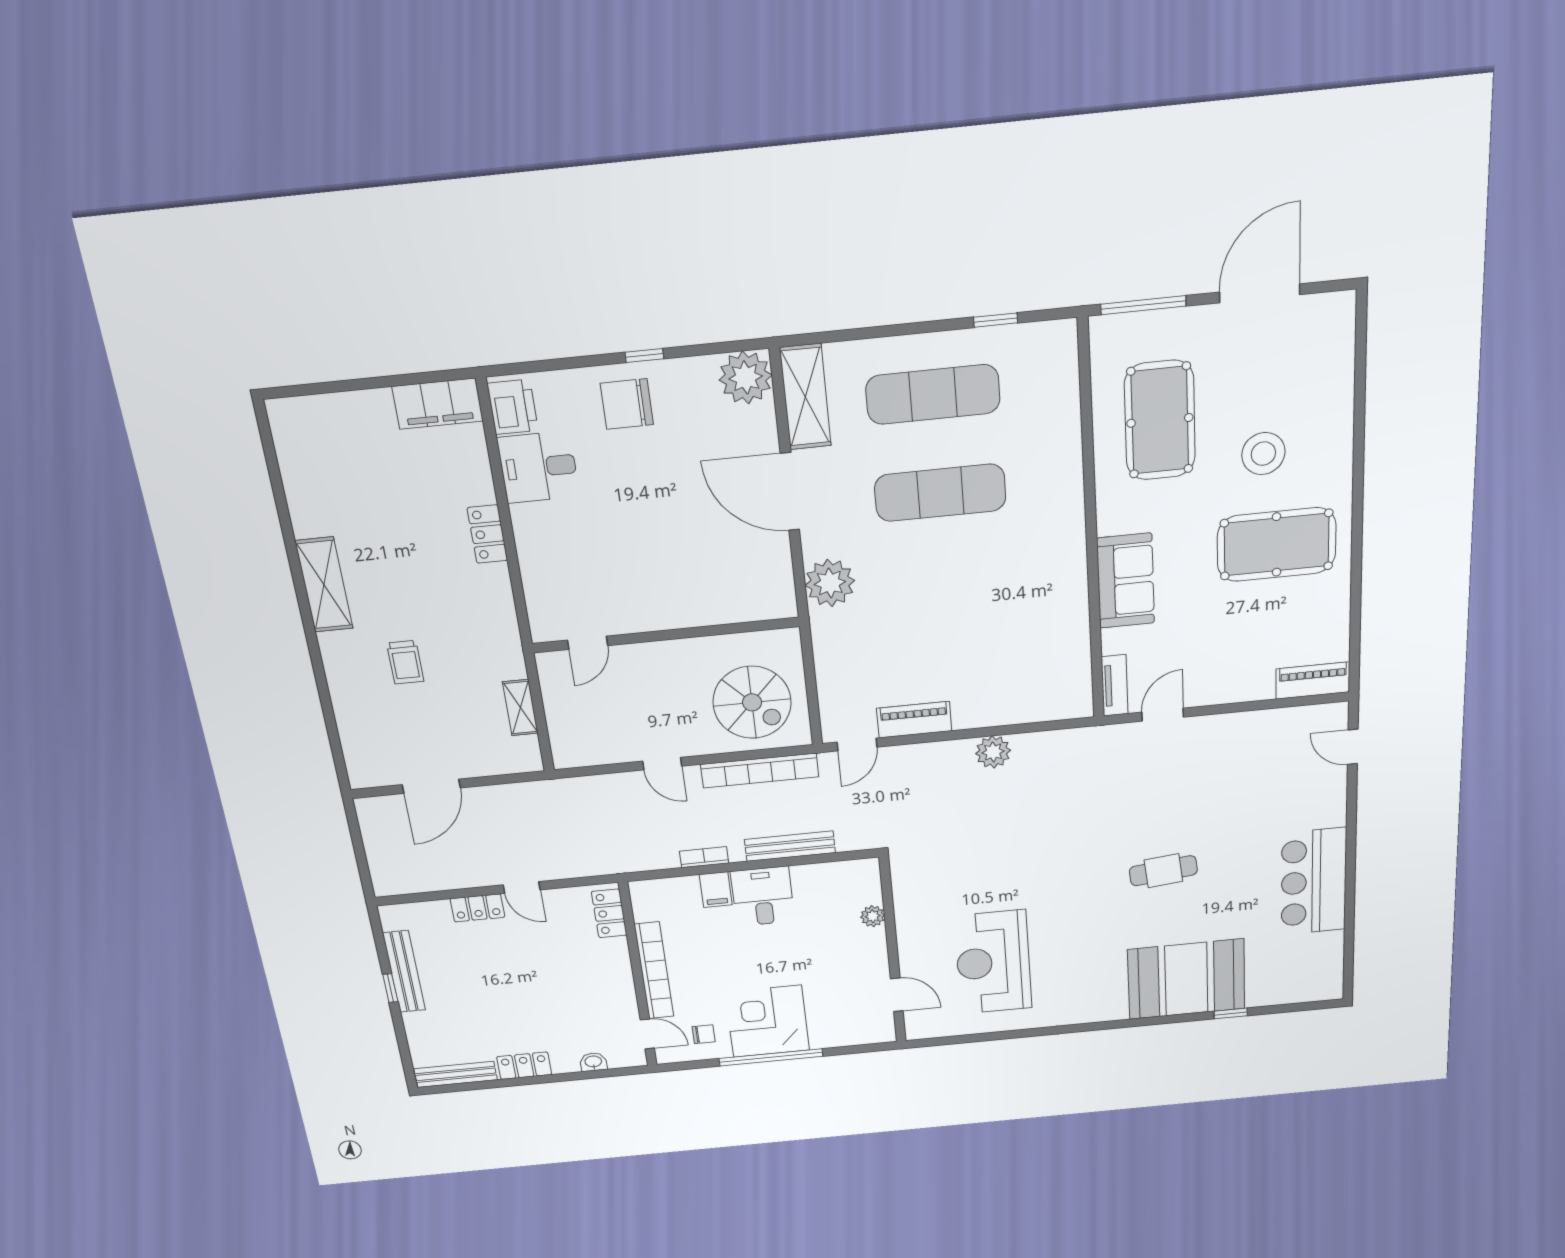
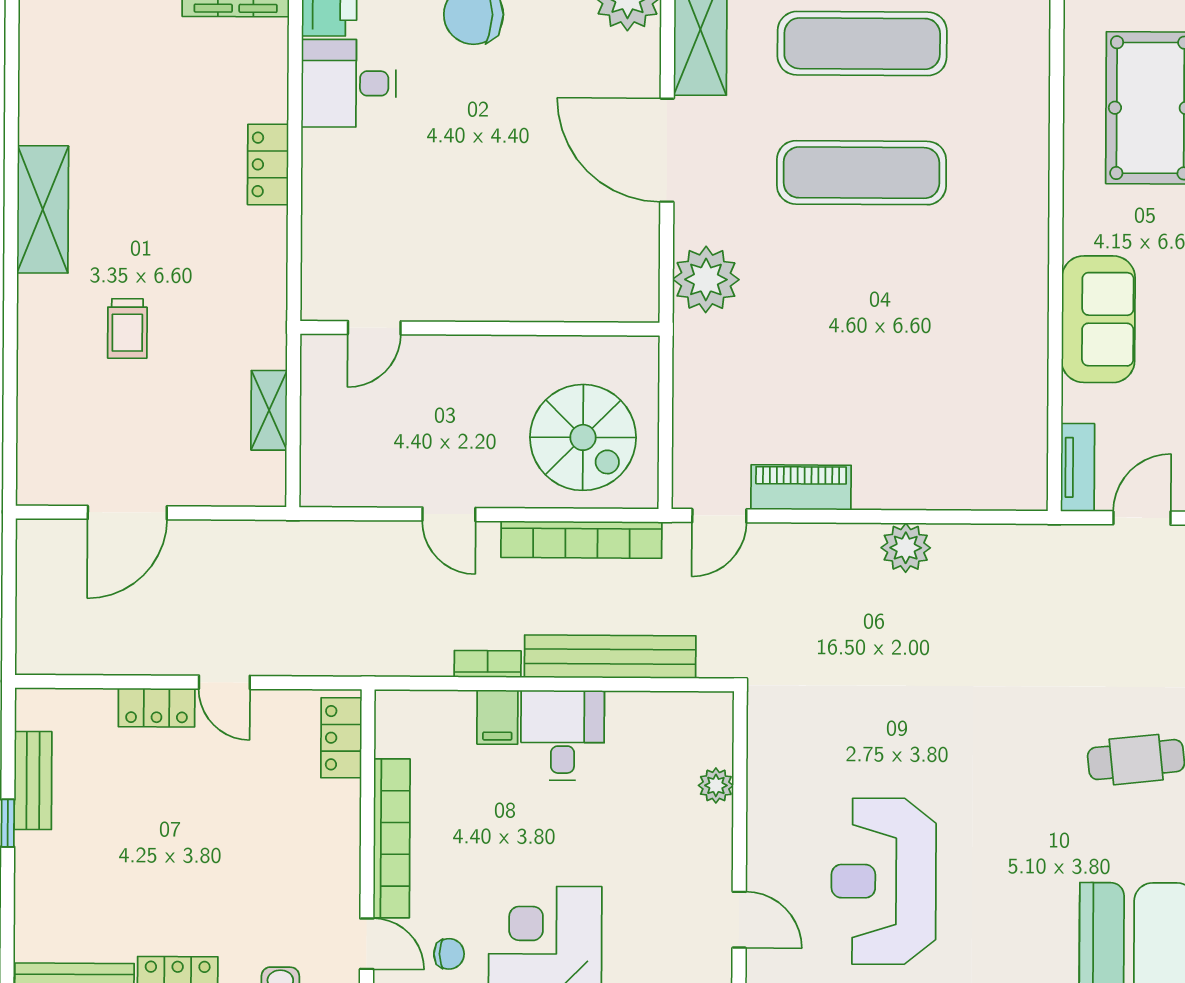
bench: (790, 846) -> (610, 657), width x1.37, depth x1.21
bench: (404, 972) -> (33, 781), width x0.73

